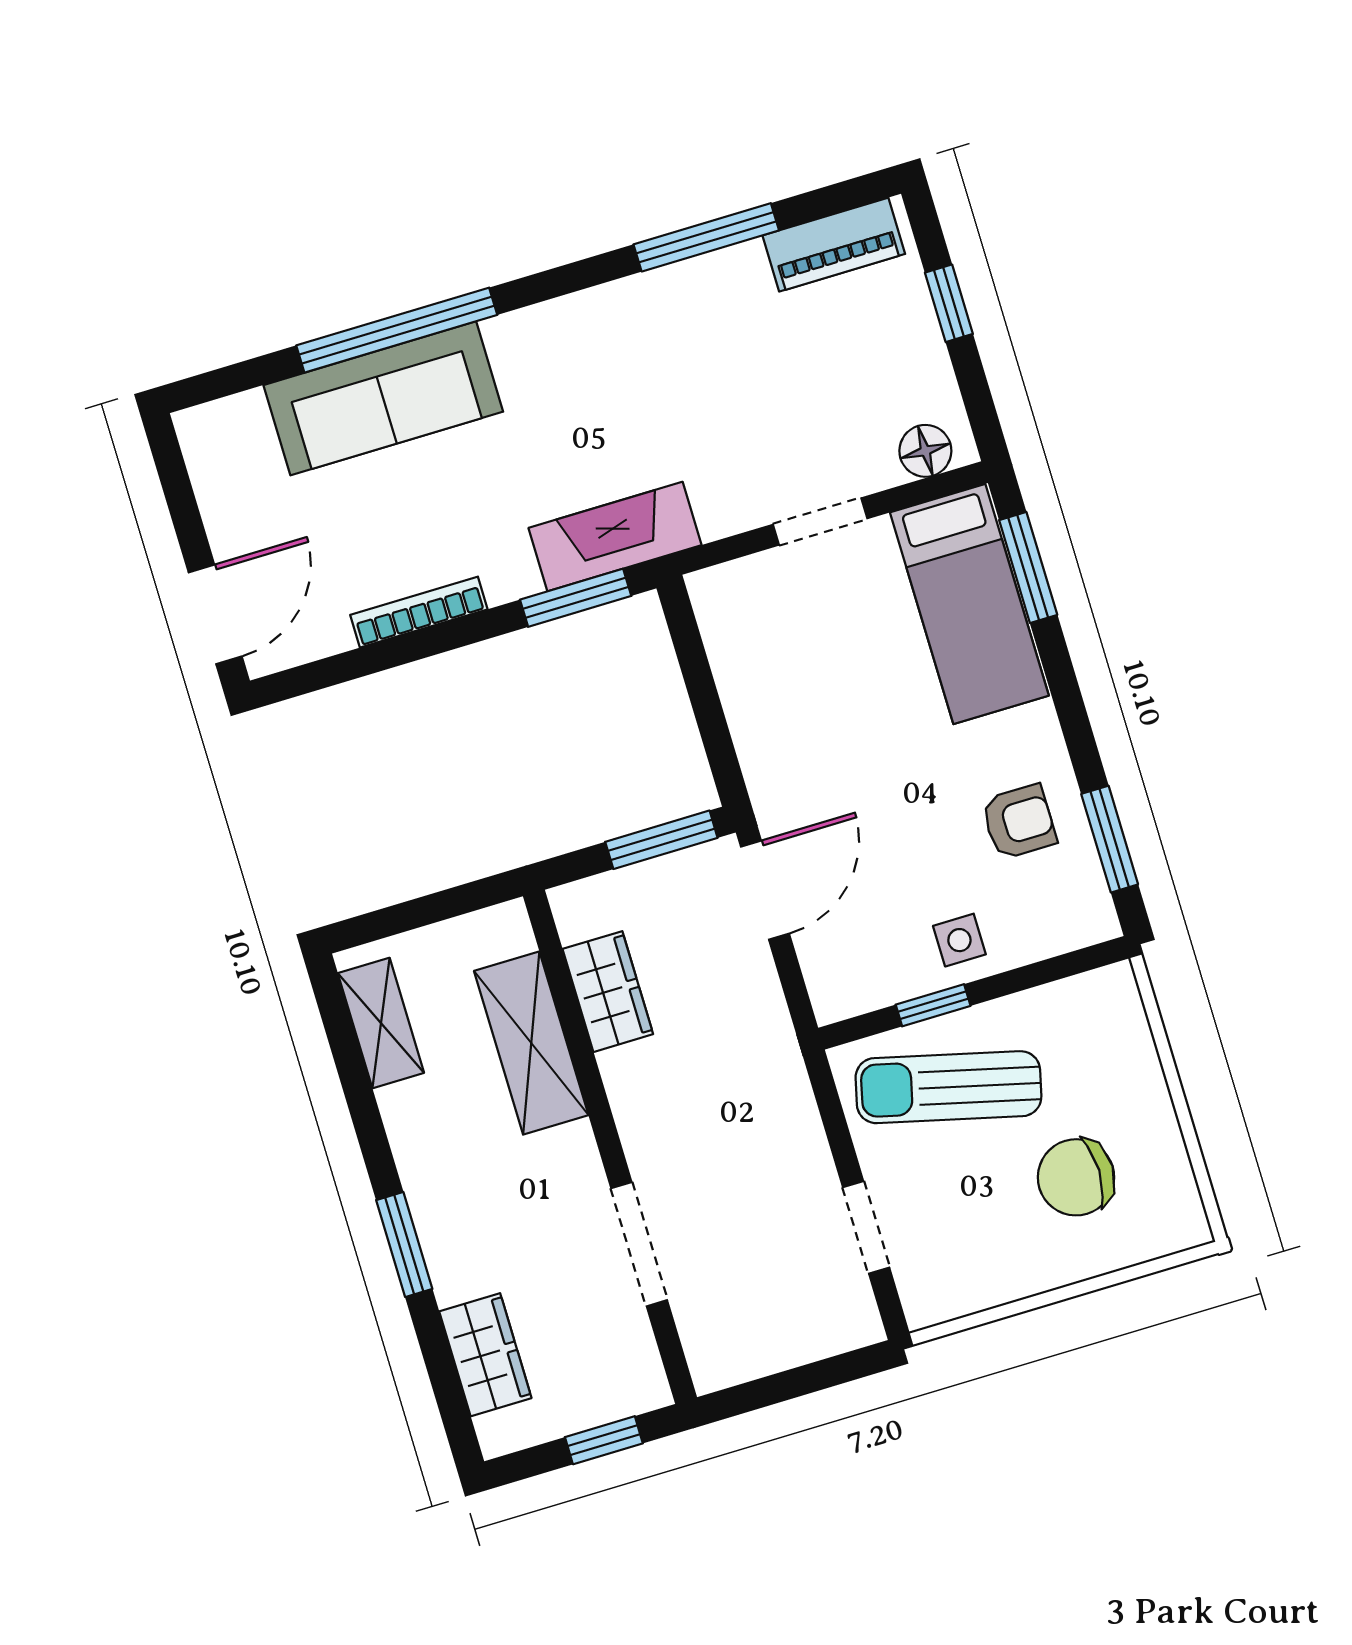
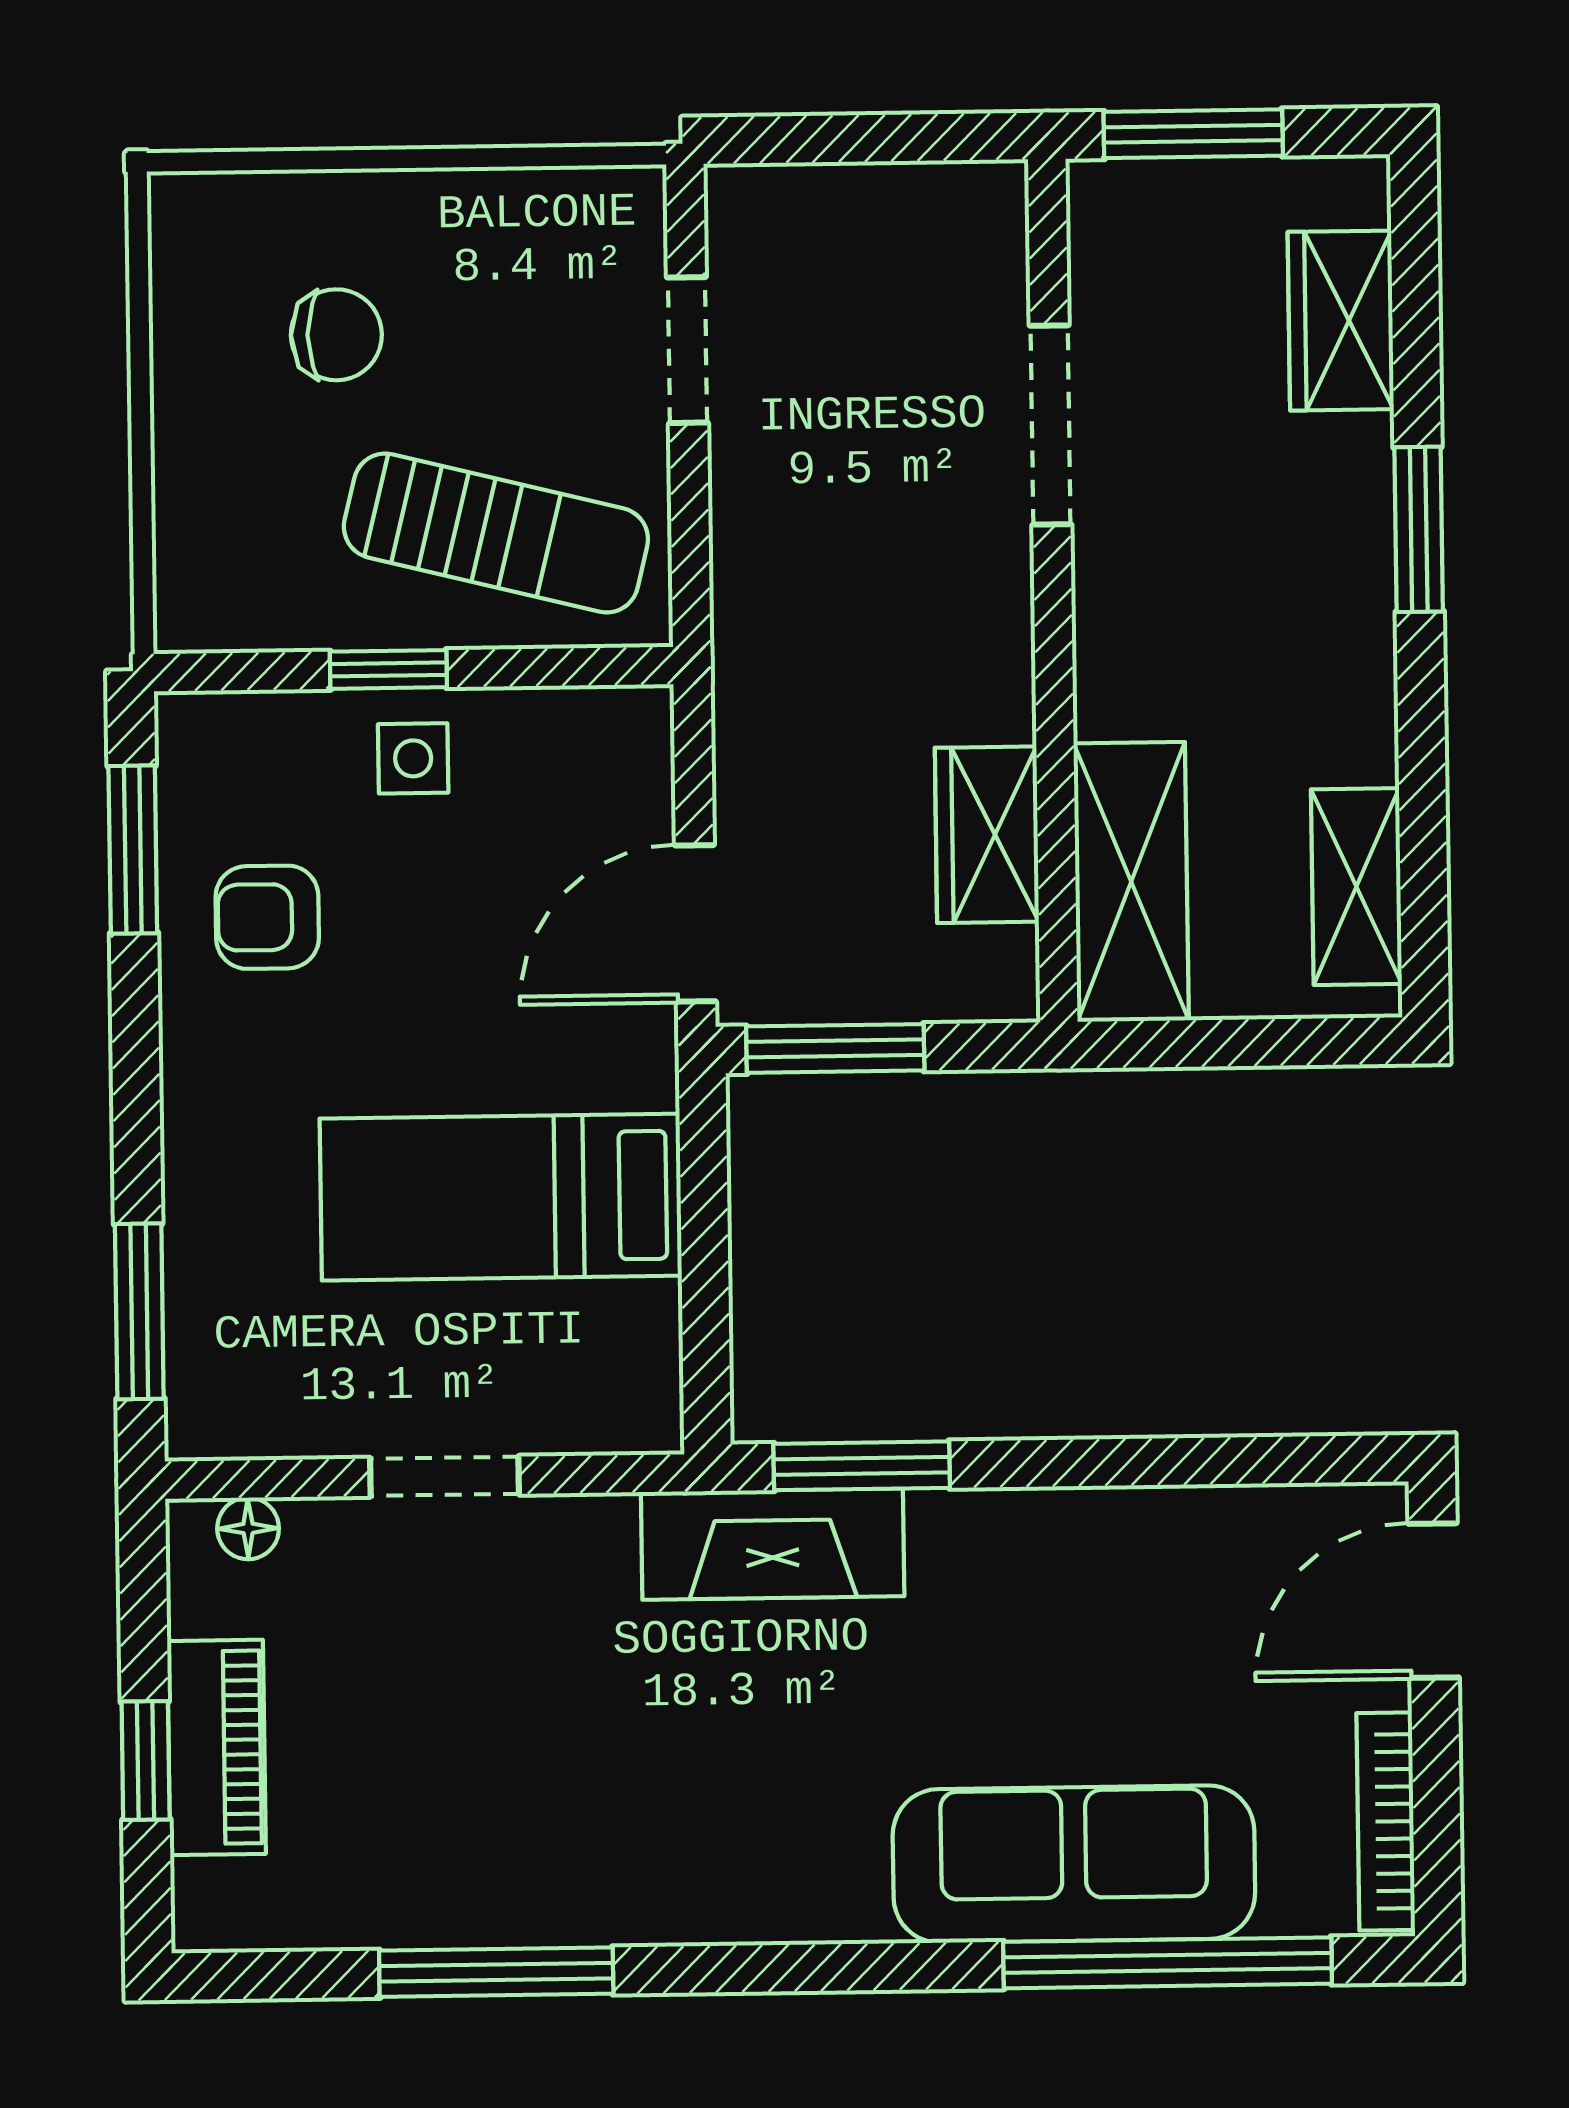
piano: (834, 245) -> (216, 1747), moved, turned 90
window: (397, 330) -> (1168, 1963), moved
floor lamp: (925, 451) -> (248, 1528), width x0.73, depth x0.73
bed: (969, 604) -> (501, 1197), moved, turned -90
bookcase: (419, 612) -> (1386, 1821), moved, turned 90
window: (933, 1005) -> (388, 669), moved
shelving: (531, 1043) -> (1131, 882), moved
chair: (1076, 1177) -> (336, 335), width x0.73, depth x0.73
window: (604, 1440) -> (1193, 134), width x1.50

